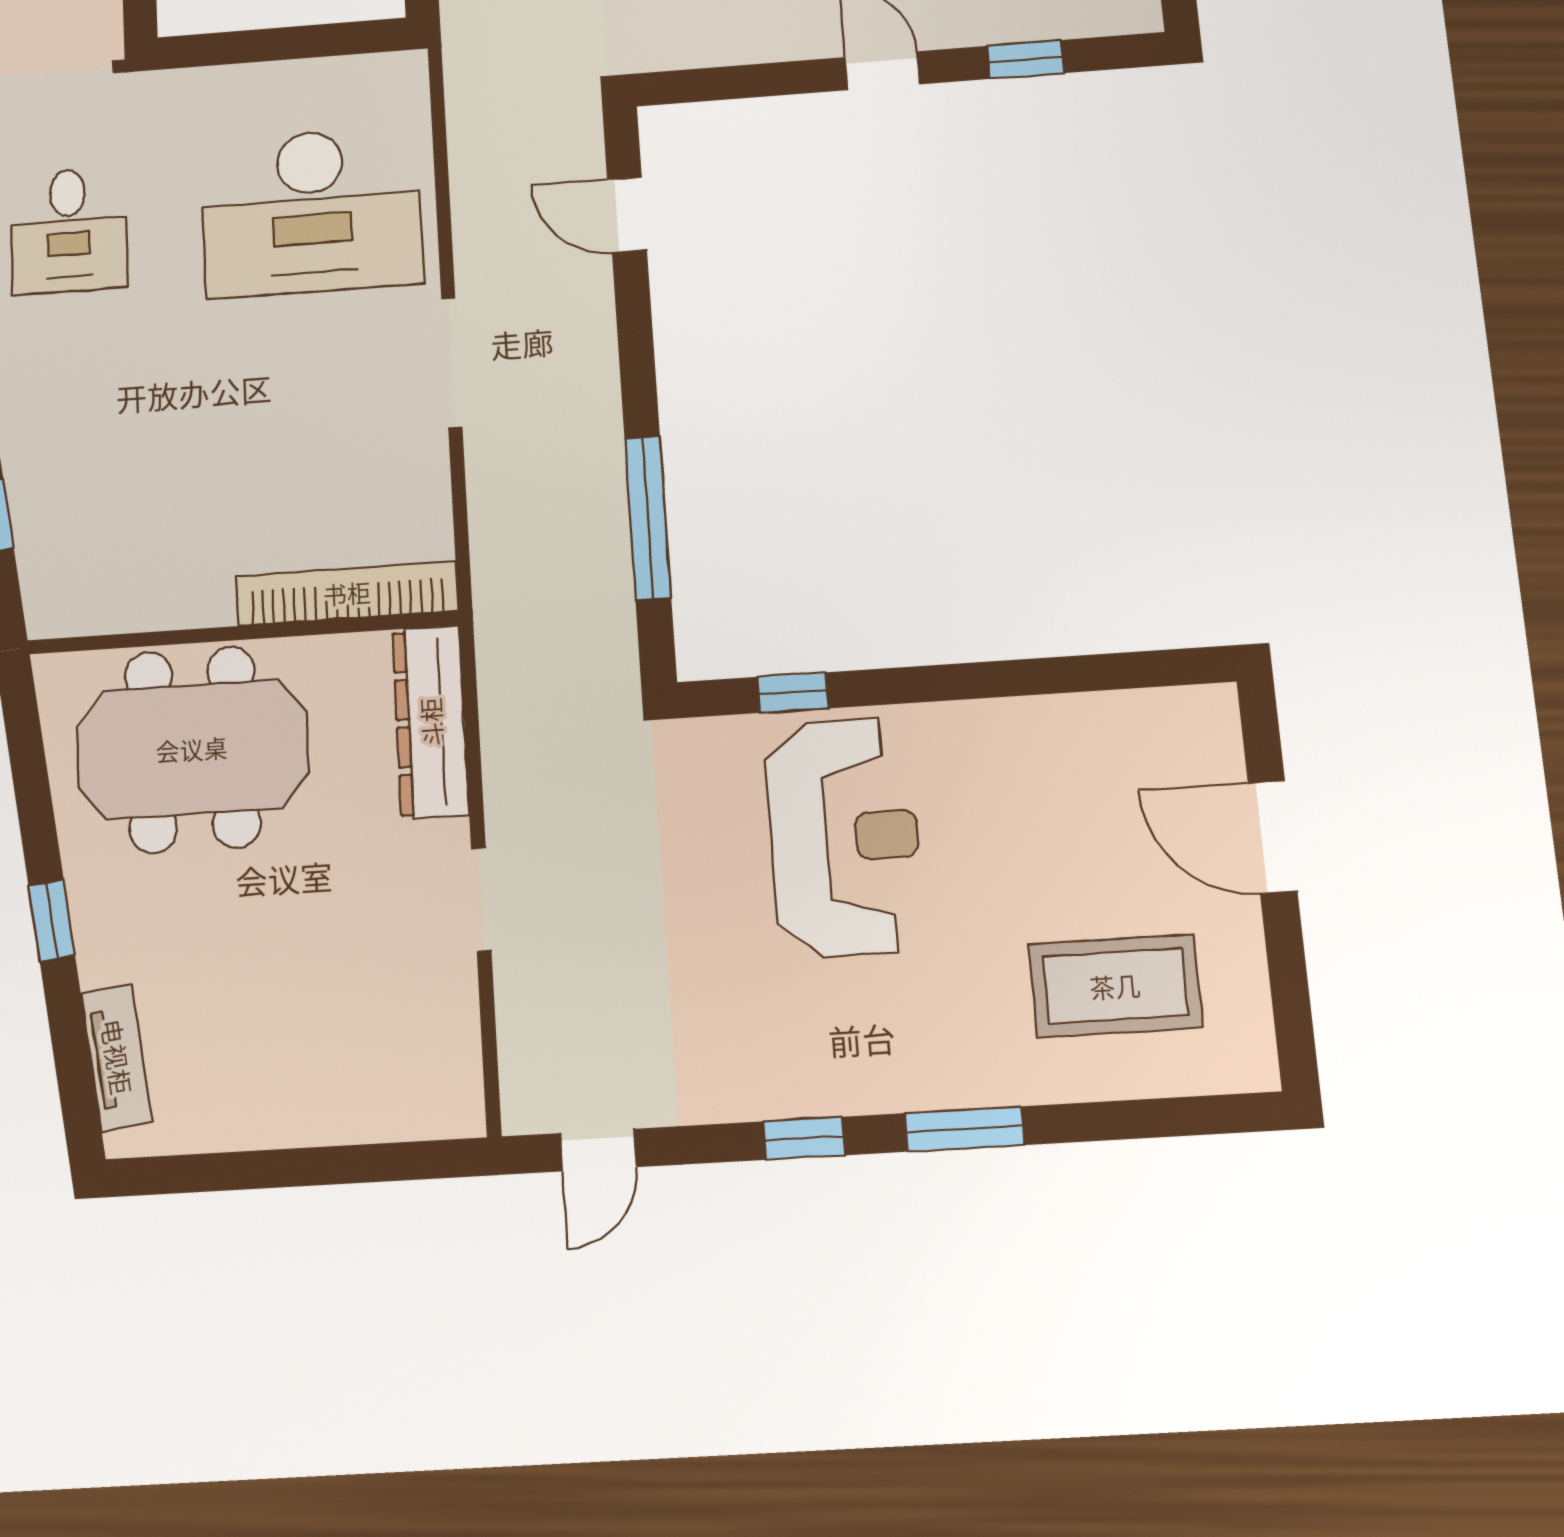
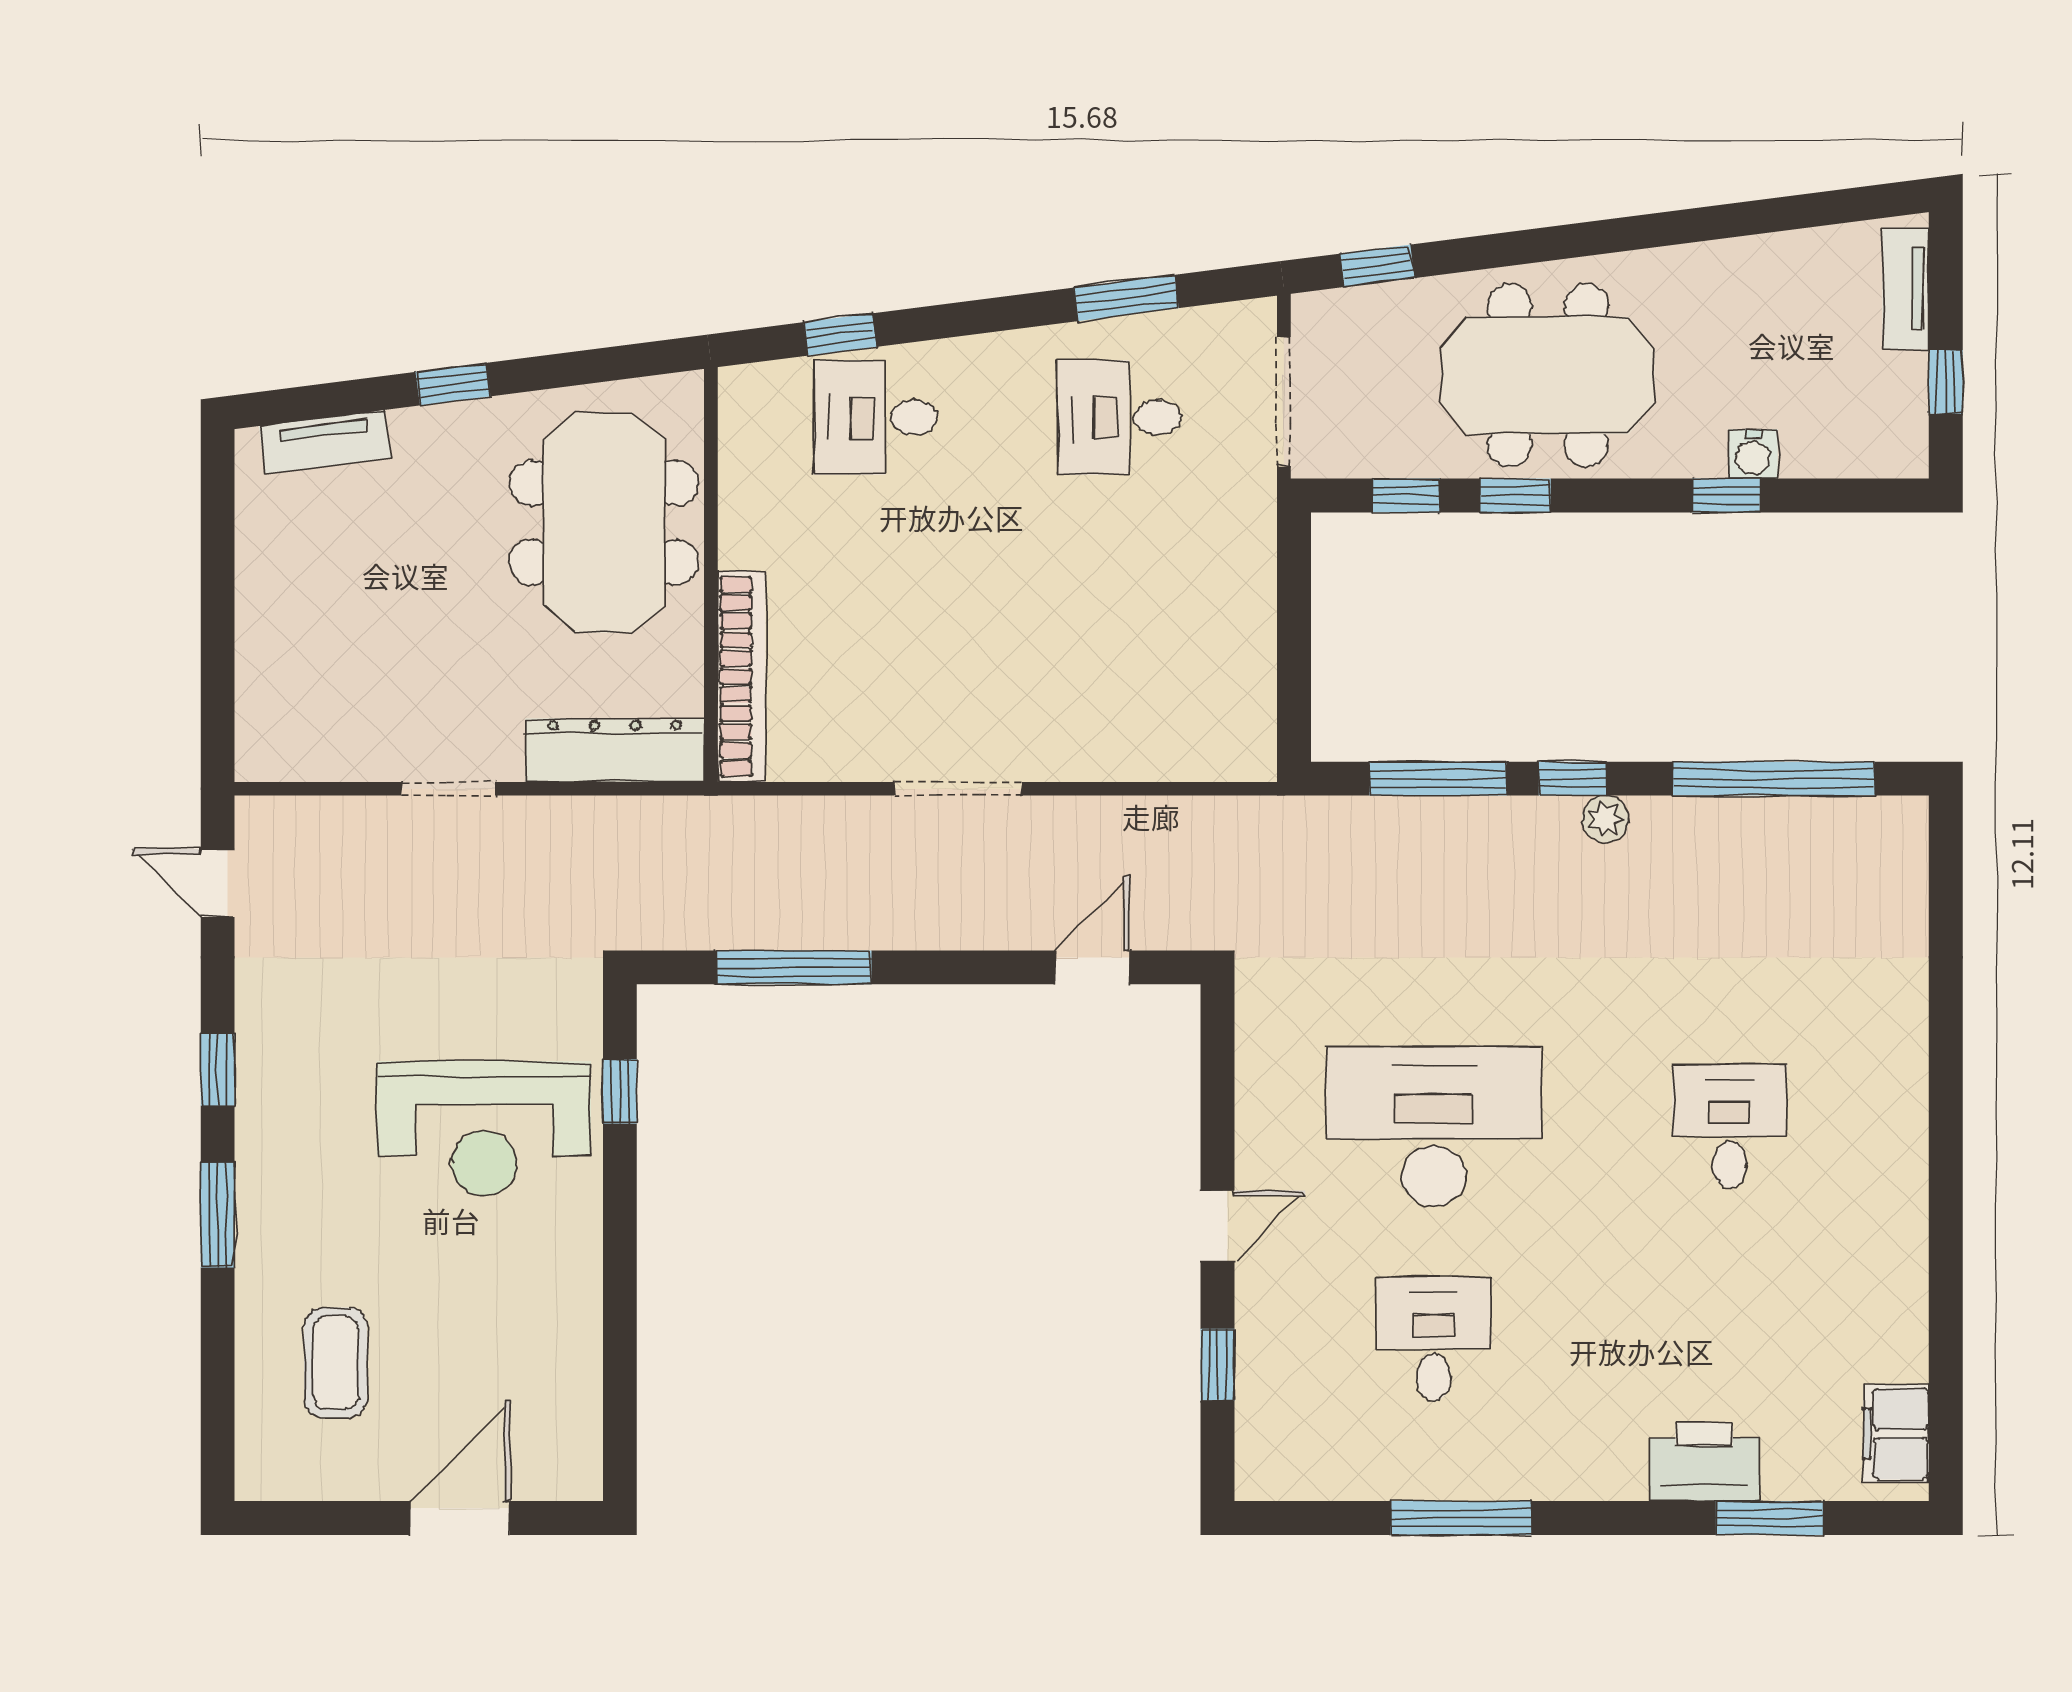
desk: (312, 212) -> (876, 417), moved, width x0.53, depth x0.77
coffee table: (1115, 986) -> (336, 1363), width x0.73, depth x0.76

